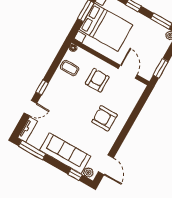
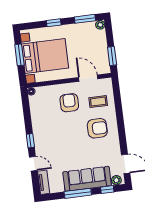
coffee table: (70, 68) -> (98, 102), moved
door: (30, 108) -> (33, 164), hinge flipped
armchair: (104, 118) -> (97, 128), turned 180
window: (32, 150) -> (78, 193), moved

